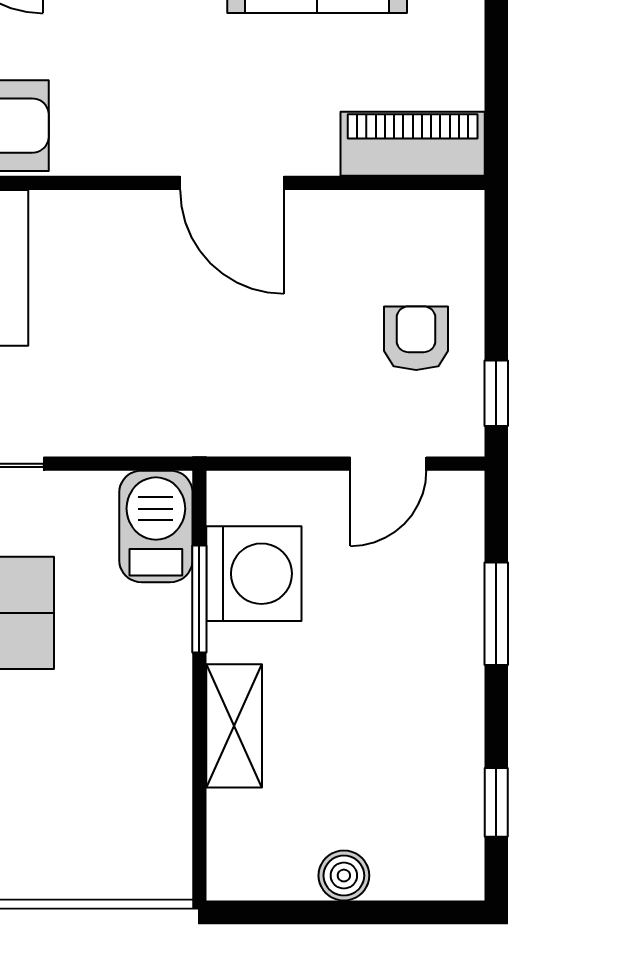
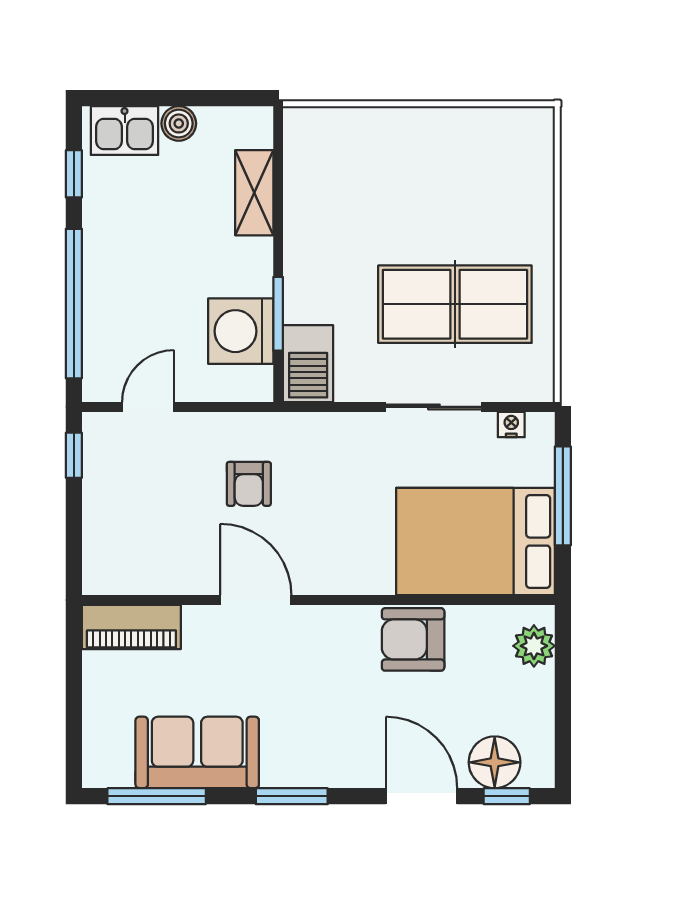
armchair: (416, 338) -> (249, 484), moved
window: (496, 614) -> (74, 304), width x2.11
shelving: (234, 726) -> (254, 193), moved
kitchen sink: (423, 865) -> (125, 131), added

